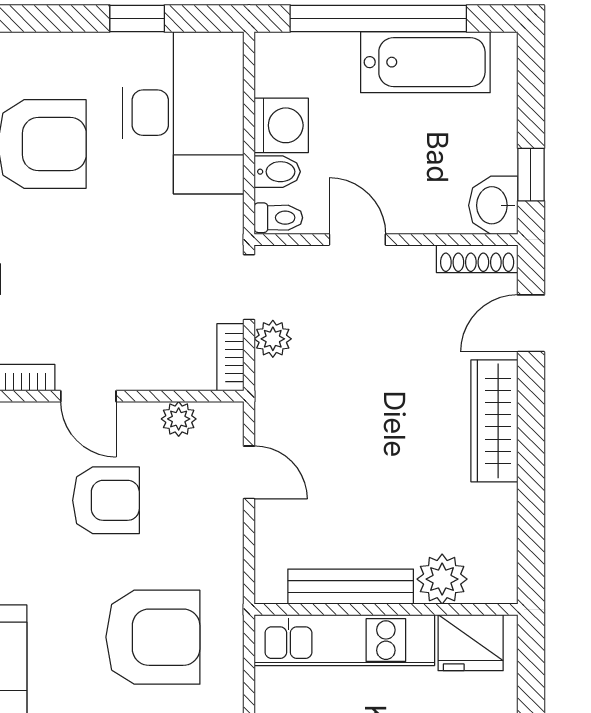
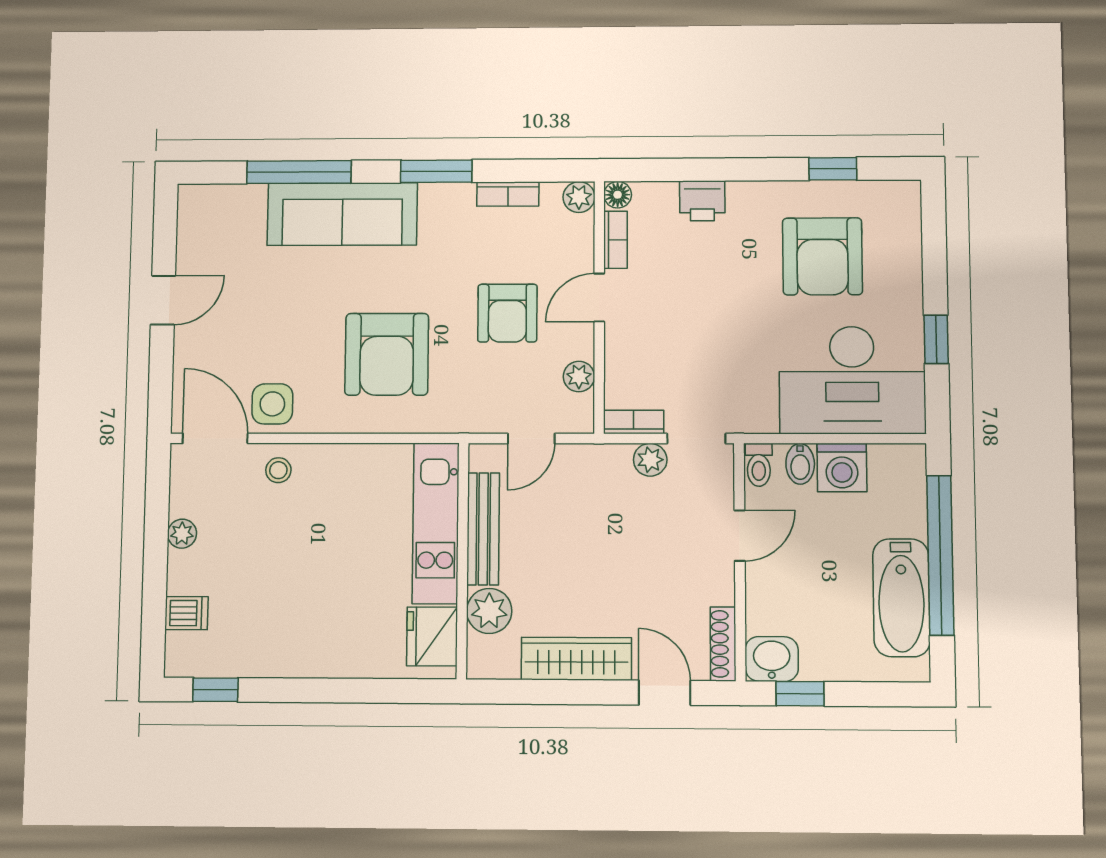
plant: (442, 579) -> (489, 611), moved
bench: (351, 587) -> (483, 529), moved
wall: (386, 609) -> (463, 560), moved
kitchen unit: (344, 640) -> (436, 523), moved
fridge: (471, 643) -> (432, 636), moved

